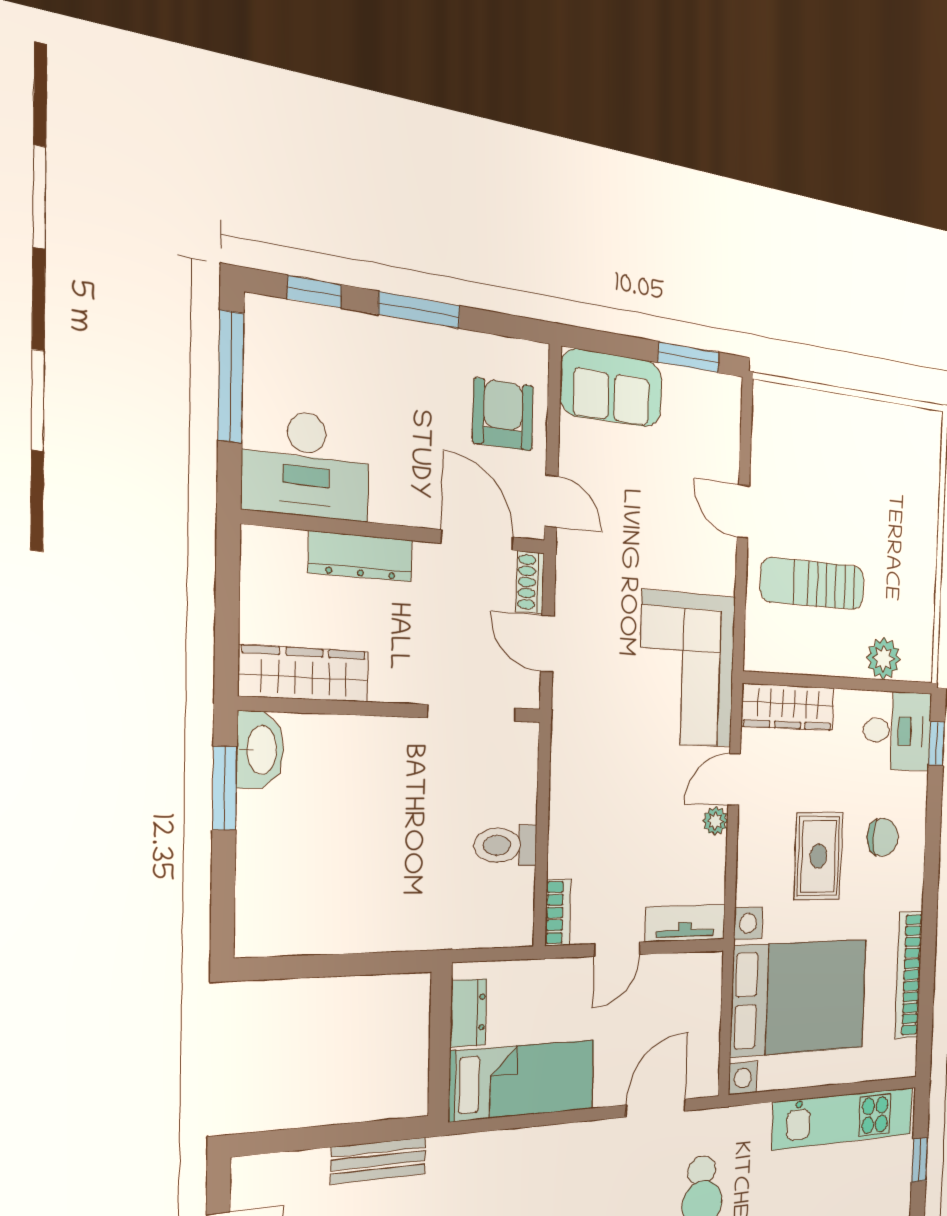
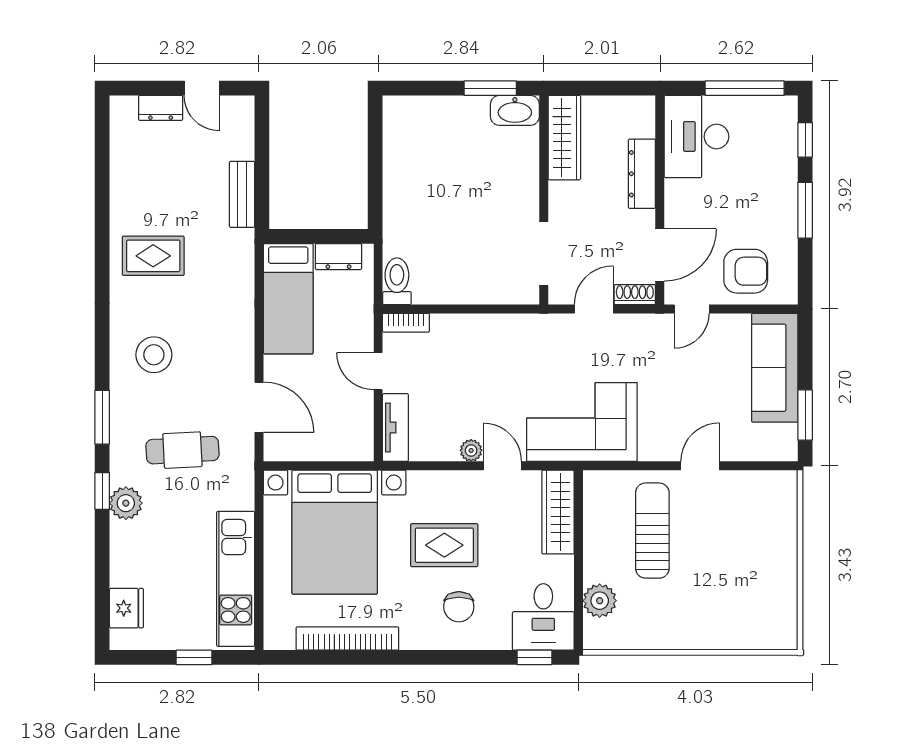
sofa: (612, 388) -> (775, 368), width x1.36
toilet: (506, 845) -> (397, 281), moved

